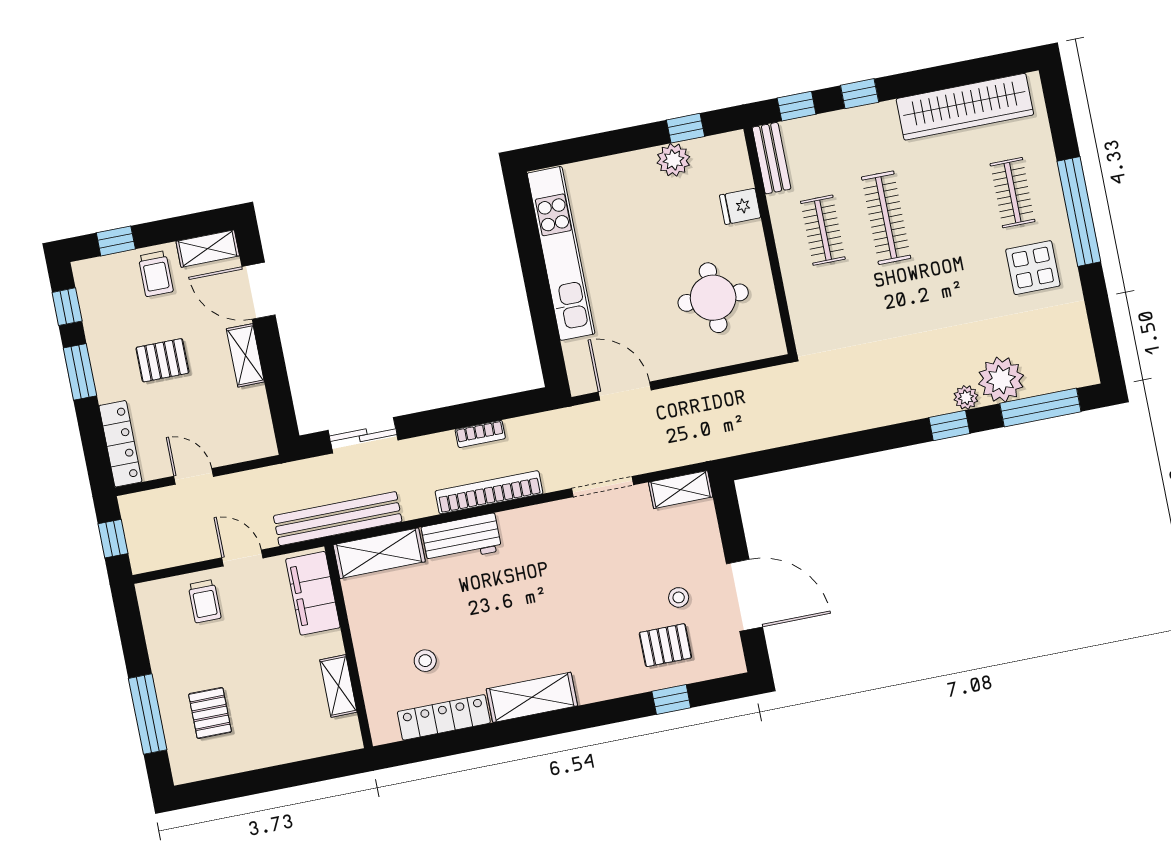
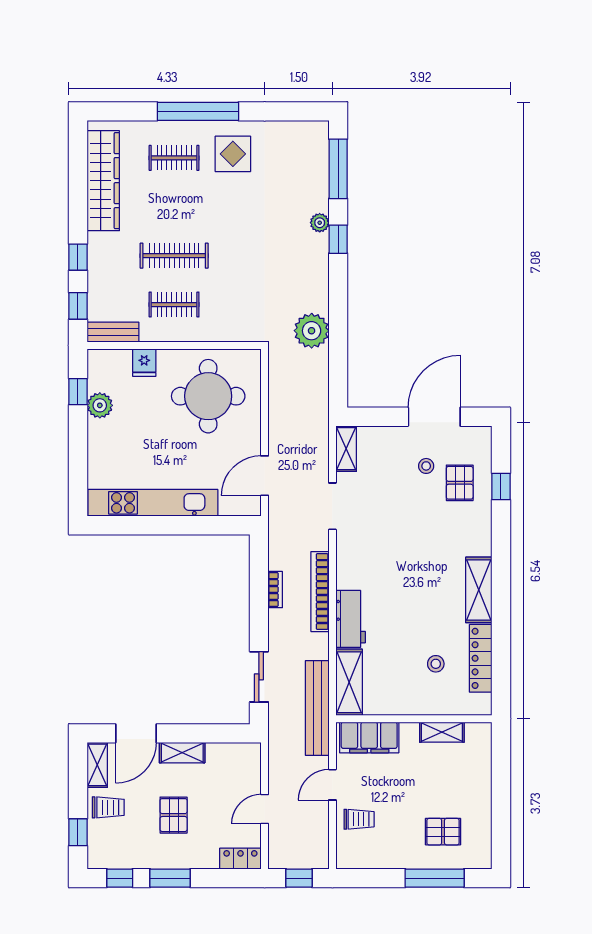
round table: (713, 298) -> (208, 396), width x1.36, depth x1.36
plant: (1001, 380) -> (312, 331), moved
locker: (120, 444) -> (240, 859), width x0.66

